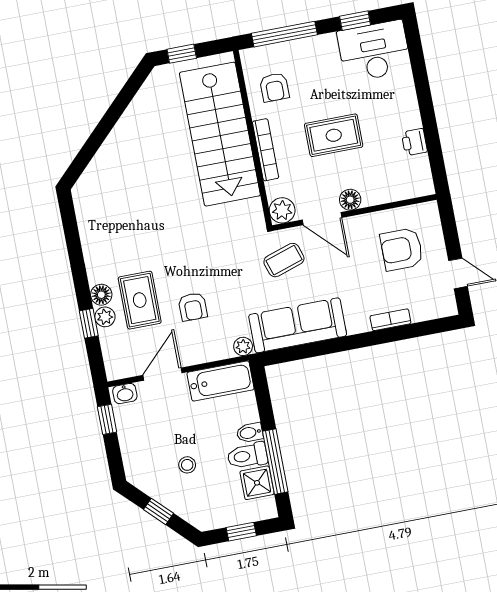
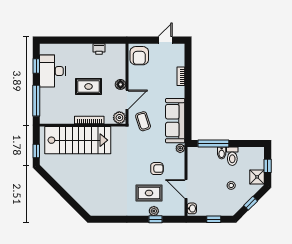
desk: (374, 51) -> (52, 71), moved
armchair: (274, 87) -> (61, 110), removed
rug: (334, 135) -> (89, 86), turned 90
armchair: (402, 249) -> (139, 56), moved
floor lamp: (101, 295) -> (143, 211), removed
bathtub: (220, 381) -> (195, 162), removed
window: (107, 419) -> (214, 219), moved
window: (275, 462) -> (213, 144), moved
shower: (257, 483) -> (257, 177), moved

